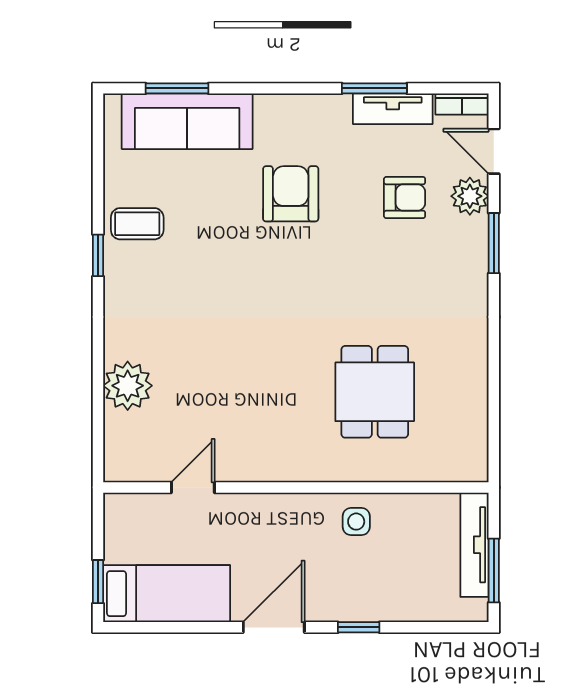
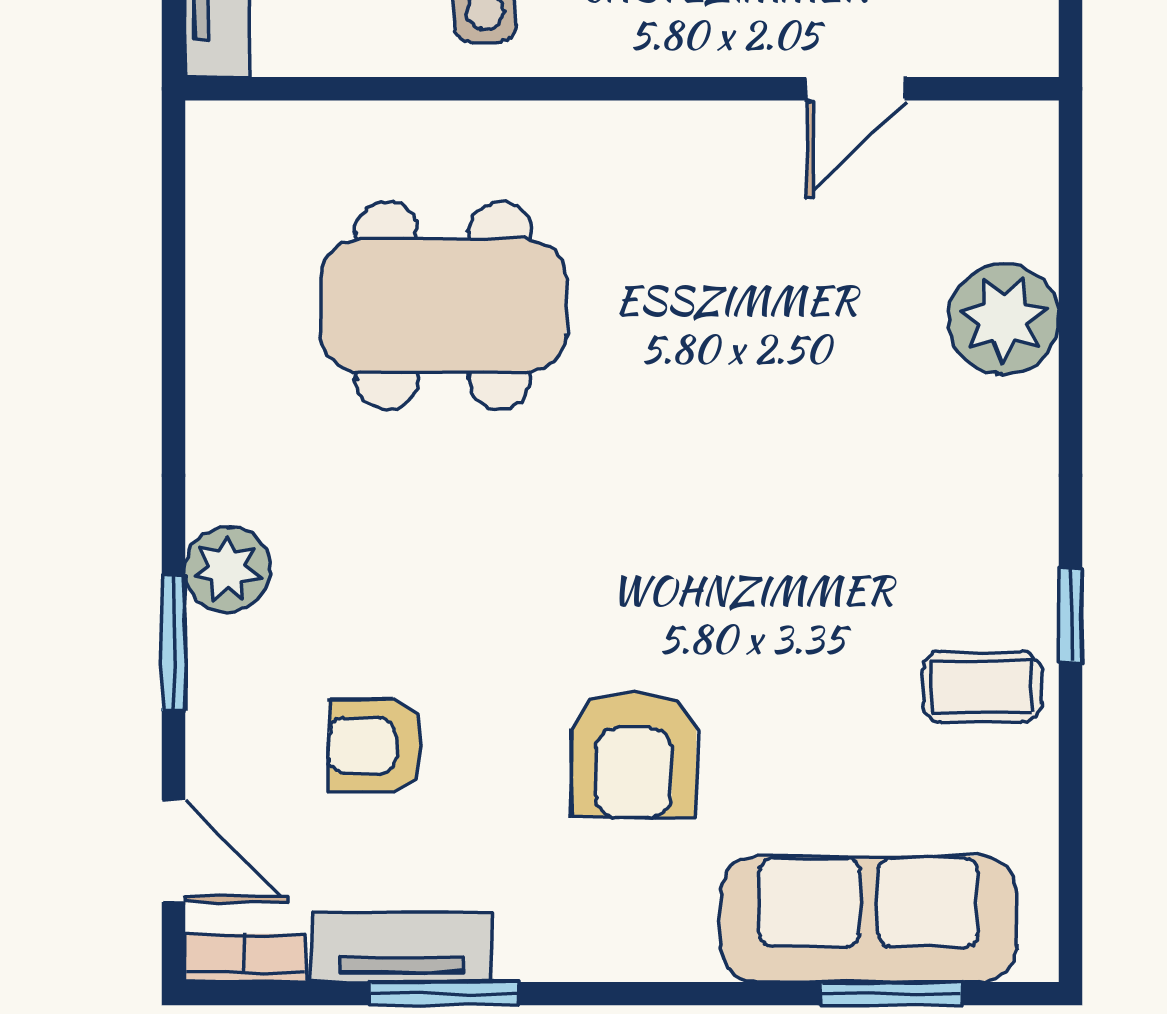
plant: (470, 196) -> (228, 569), moved
dining table: (375, 392) -> (443, 306), width x1.38

